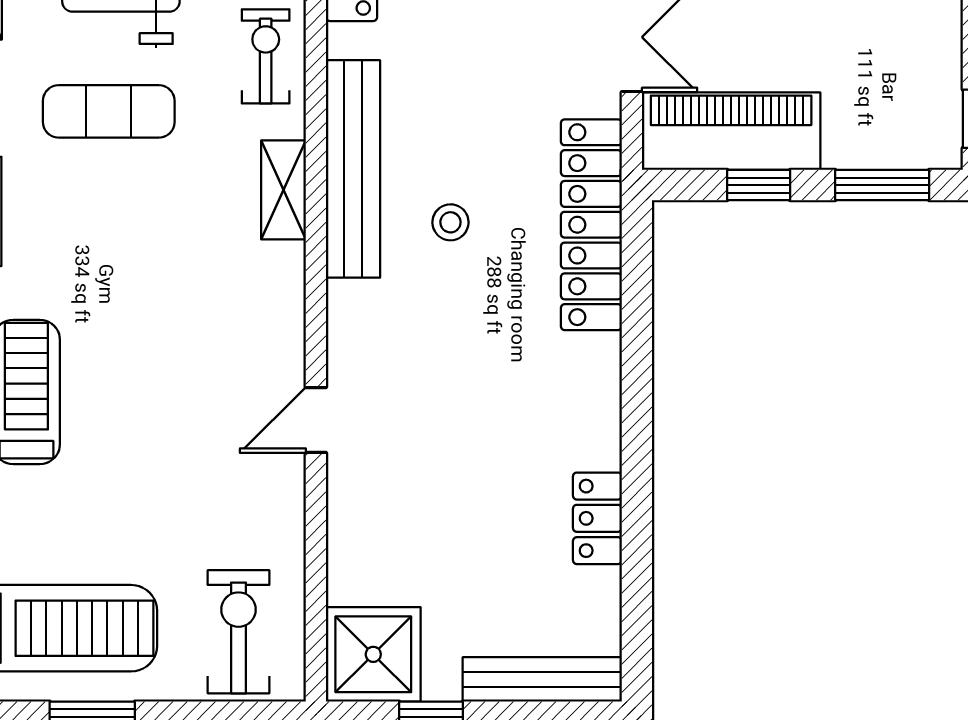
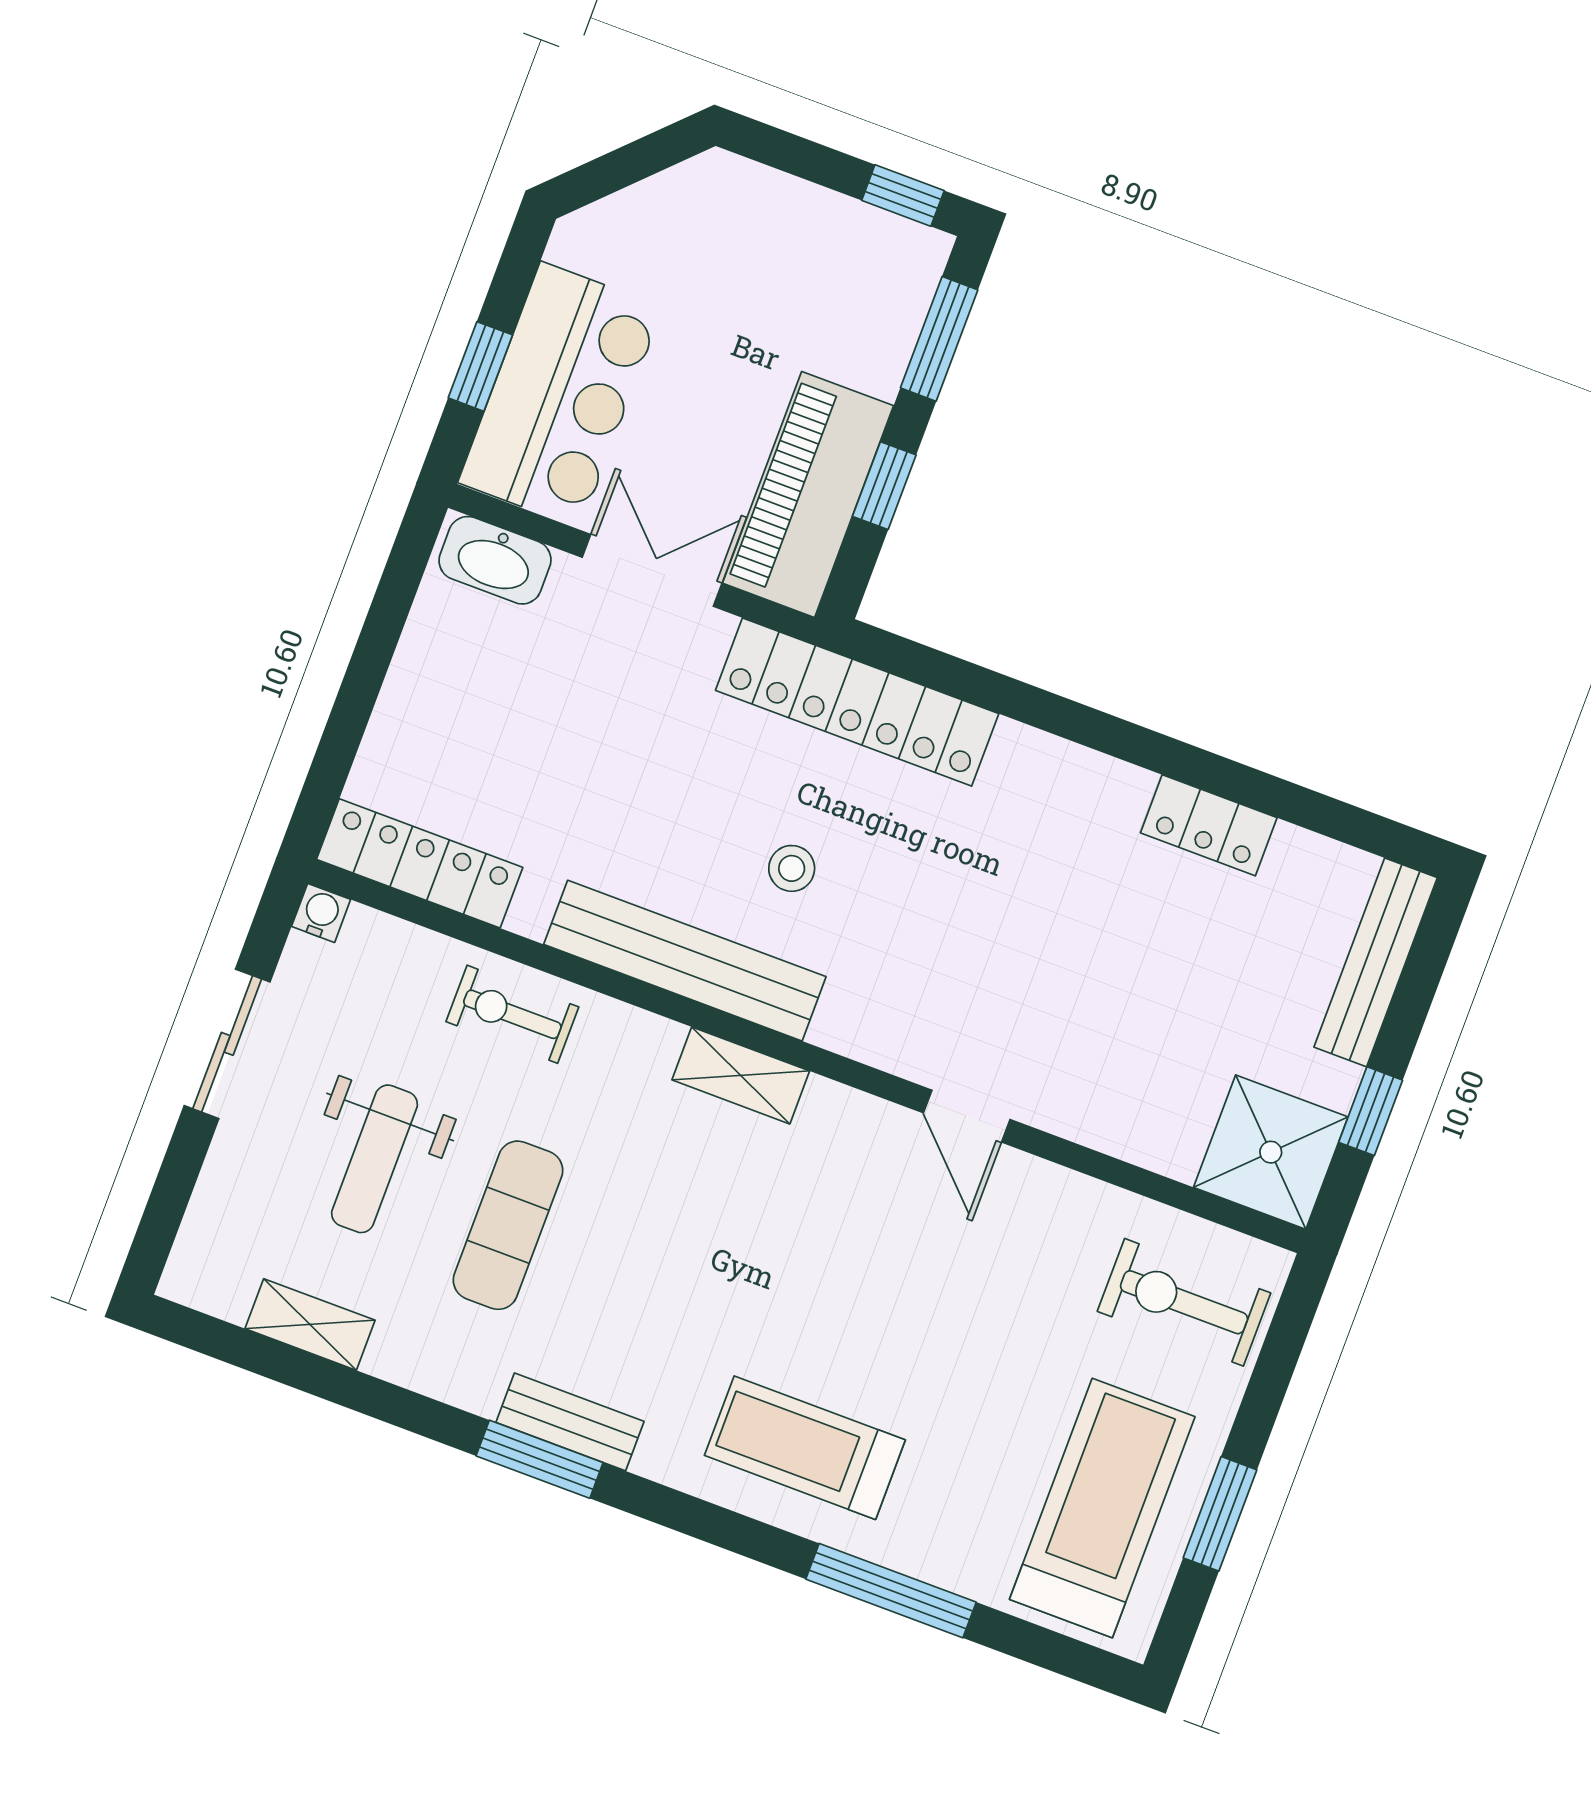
shelving: (284, 190) -> (741, 1075), moved

